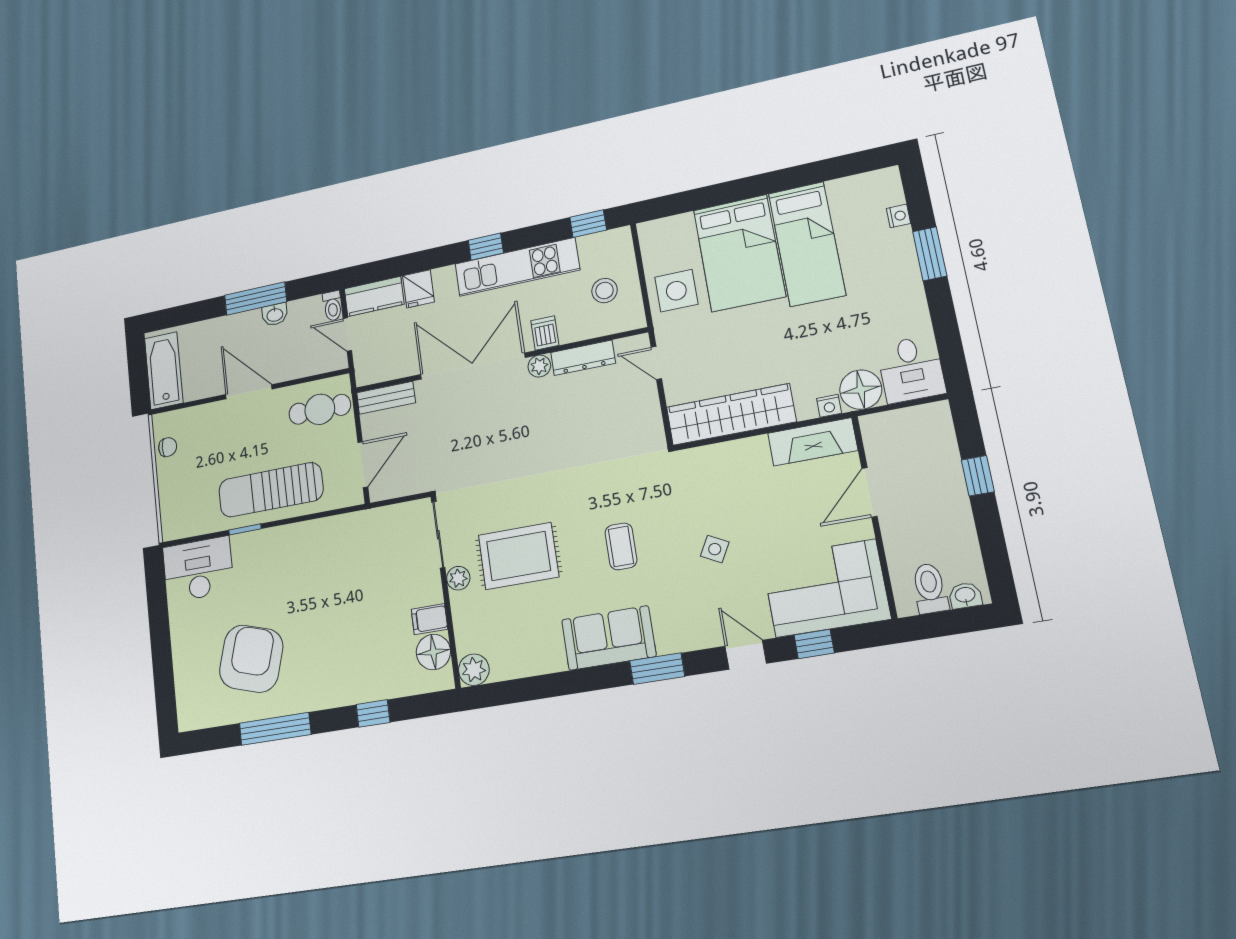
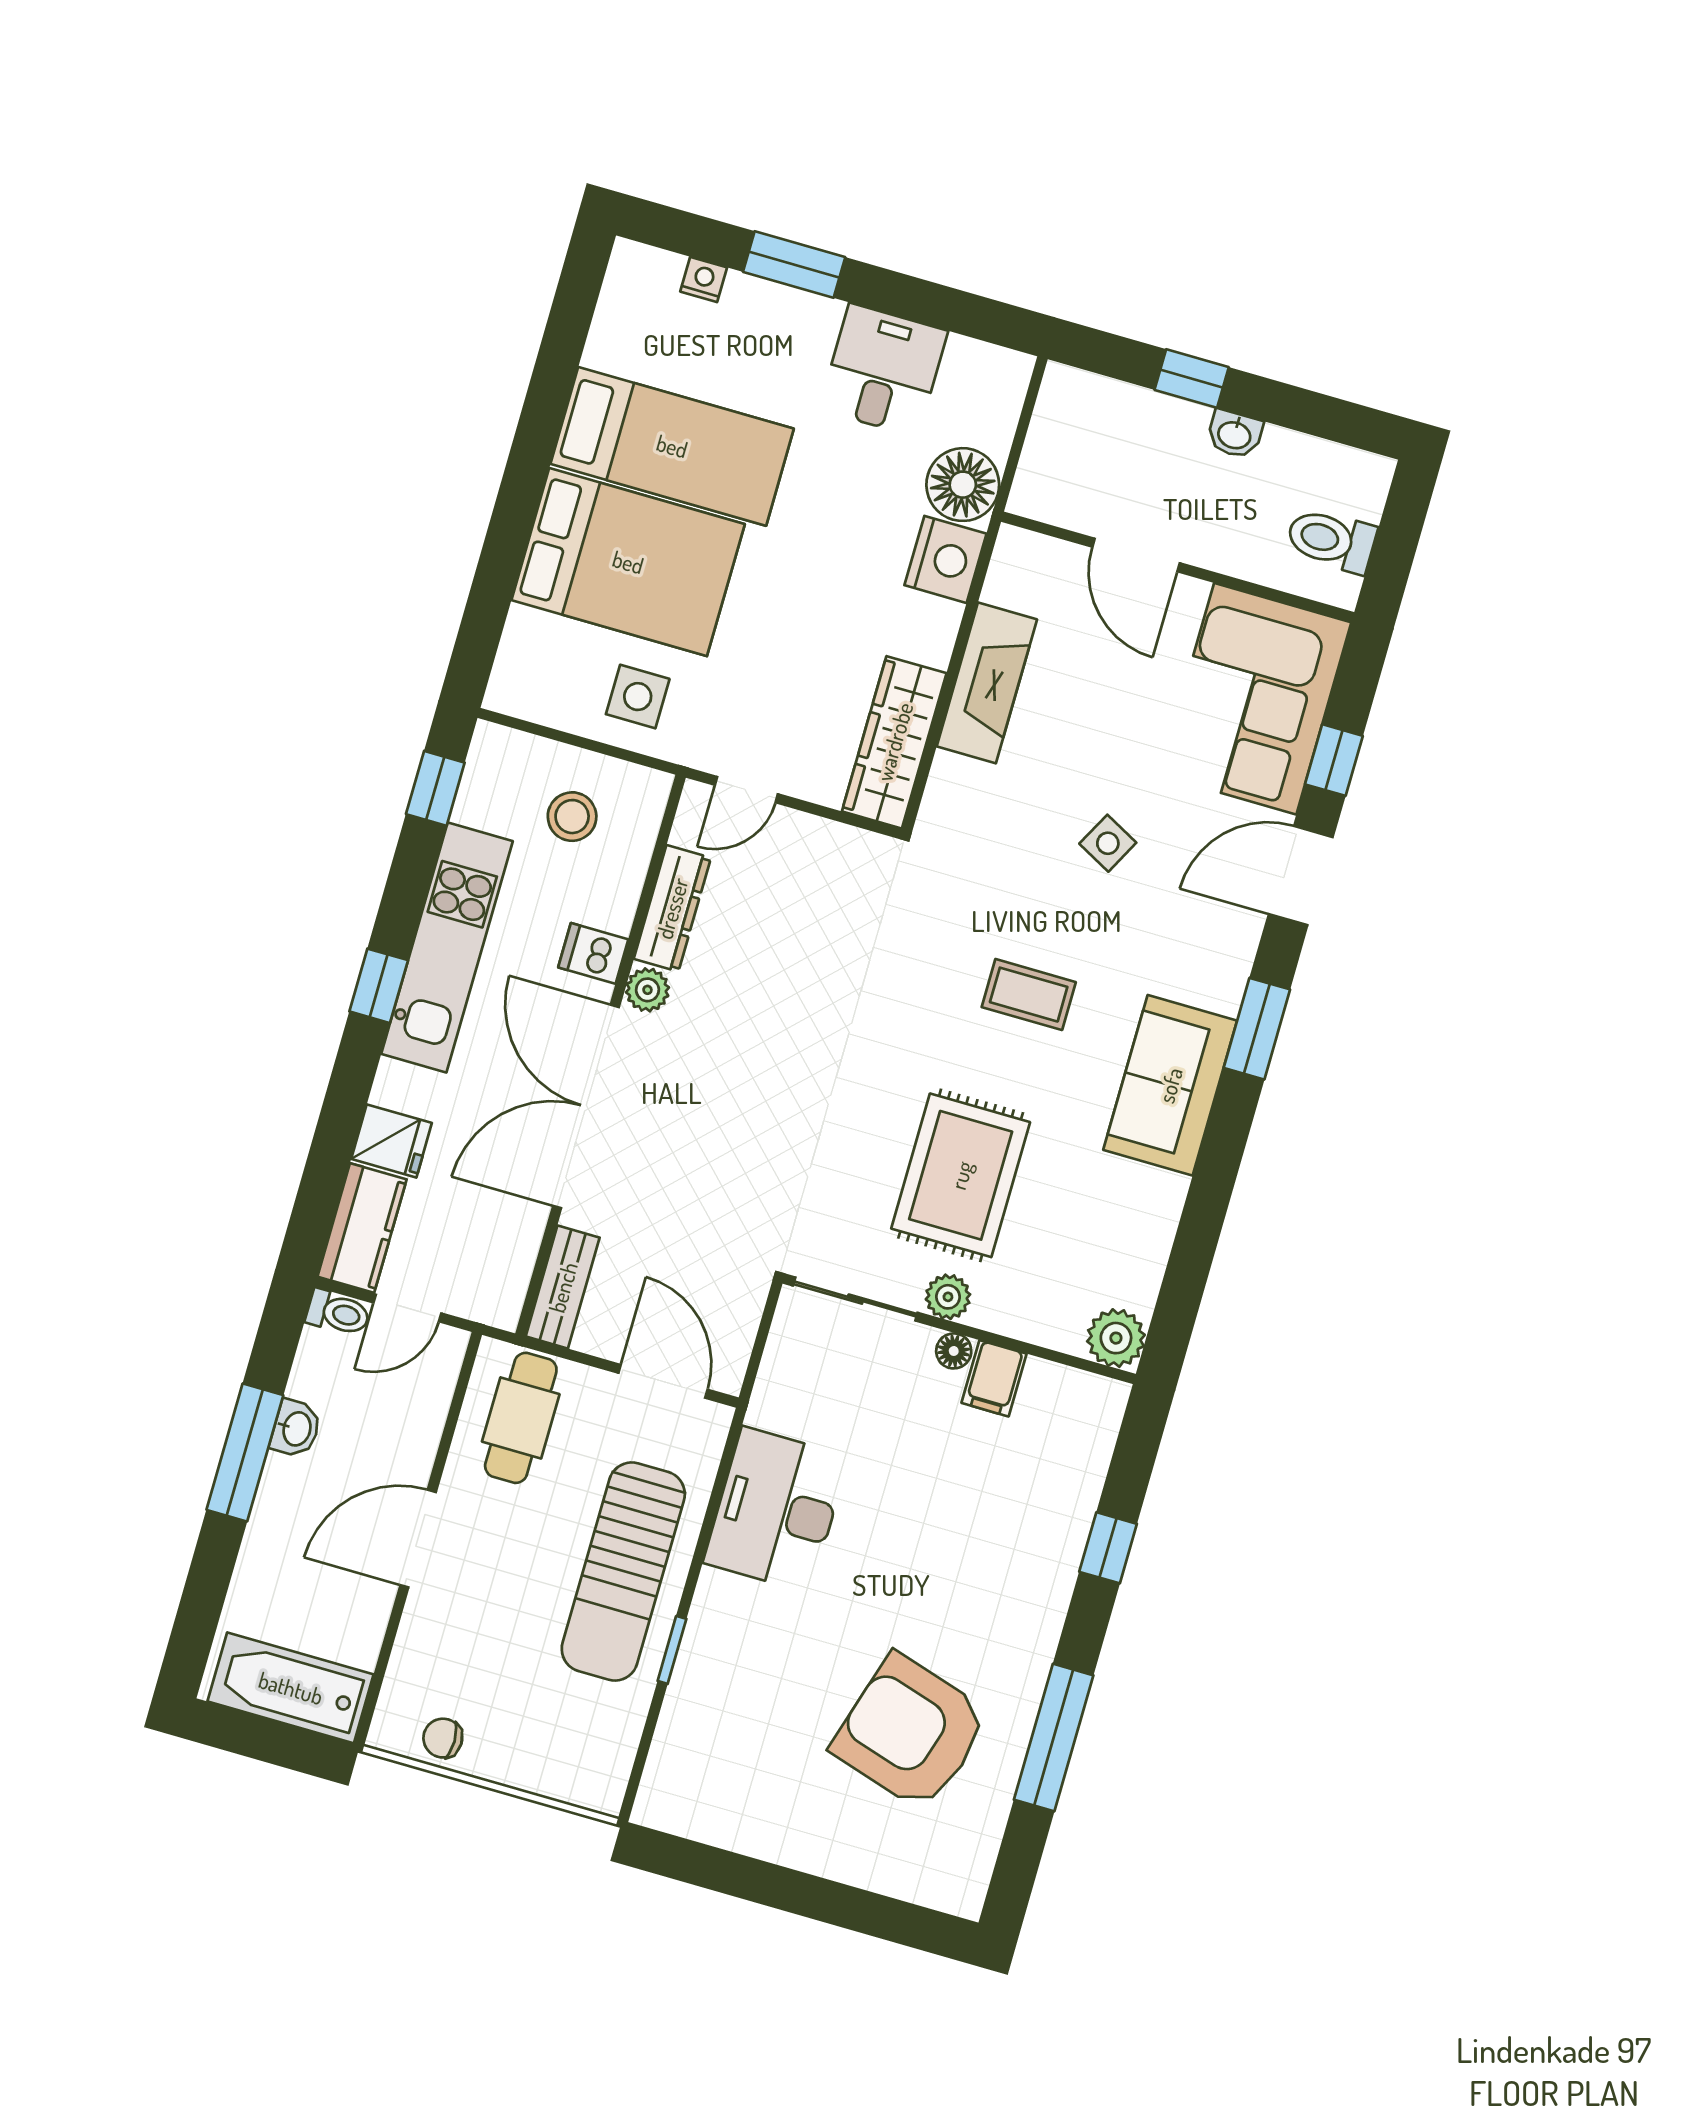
side table: (676, 291) -> (638, 697), width x0.73, depth x0.73
desk: (911, 369) -> (883, 370), moved, turned -90
nightstand: (829, 406) -> (945, 559), width x1.89, depth x1.79
wardrobe: (731, 414) -> (894, 742), width x0.71, depth x0.85
fireplace: (813, 442) -> (987, 683), moved
chair: (168, 447) -> (443, 1738), turned -90
desk: (198, 569) -> (776, 1510), moved
washbasin: (965, 595) -> (1235, 434), moved, turned -90
floor lamp: (433, 652) -> (954, 1351), moved, width x0.53, depth x0.53
door: (746, 655) -> (1301, 876), width x1.38

